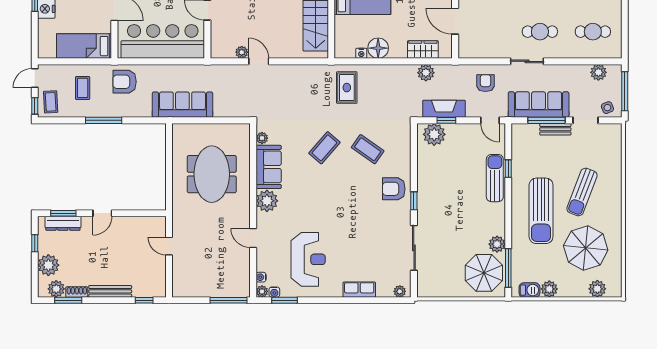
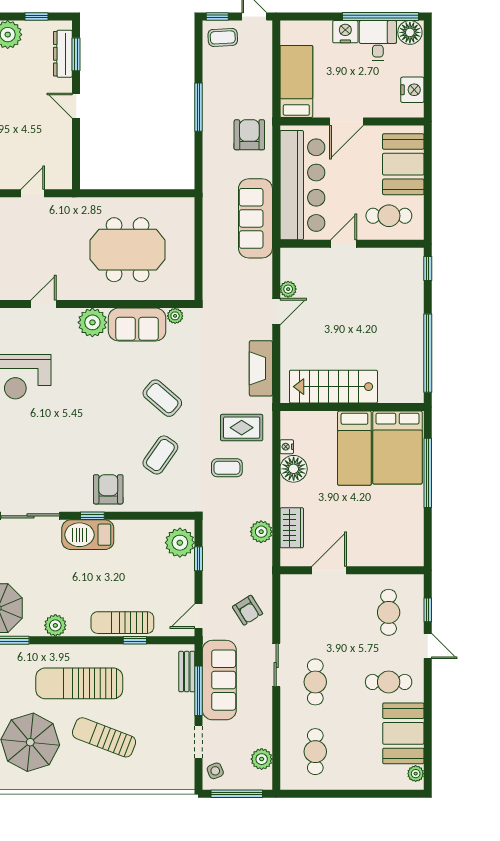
armchair: (485, 83) -> (248, 610), turned 58
coffee table: (83, 88) -> (227, 468), moved
sofa: (182, 105) -> (255, 218), moved, turned 180
fireplace: (444, 109) -> (261, 368), moved, turned 180
bench: (555, 129) -> (187, 672), moved
sun lounger: (495, 178) -> (122, 623), turned 180
barbecue: (428, 204) -> (88, 535), added
plant: (497, 244) -> (55, 625), moved

